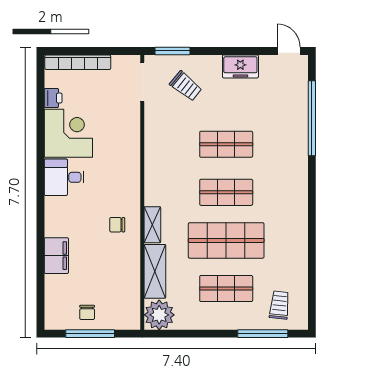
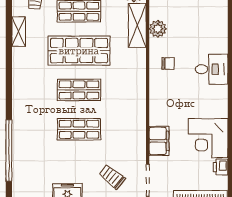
desk: (64, 177) -> (212, 69), moved
shelving: (152, 225) -> (19, 32), moved
filing cabinet: (56, 256) -> (159, 141), moved, turned 180
plant: (130, 267) -> (158, 29), added

